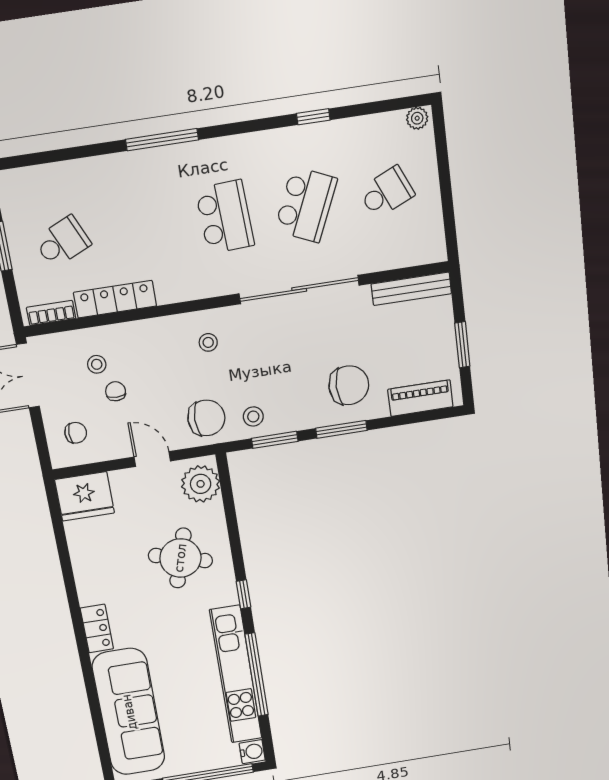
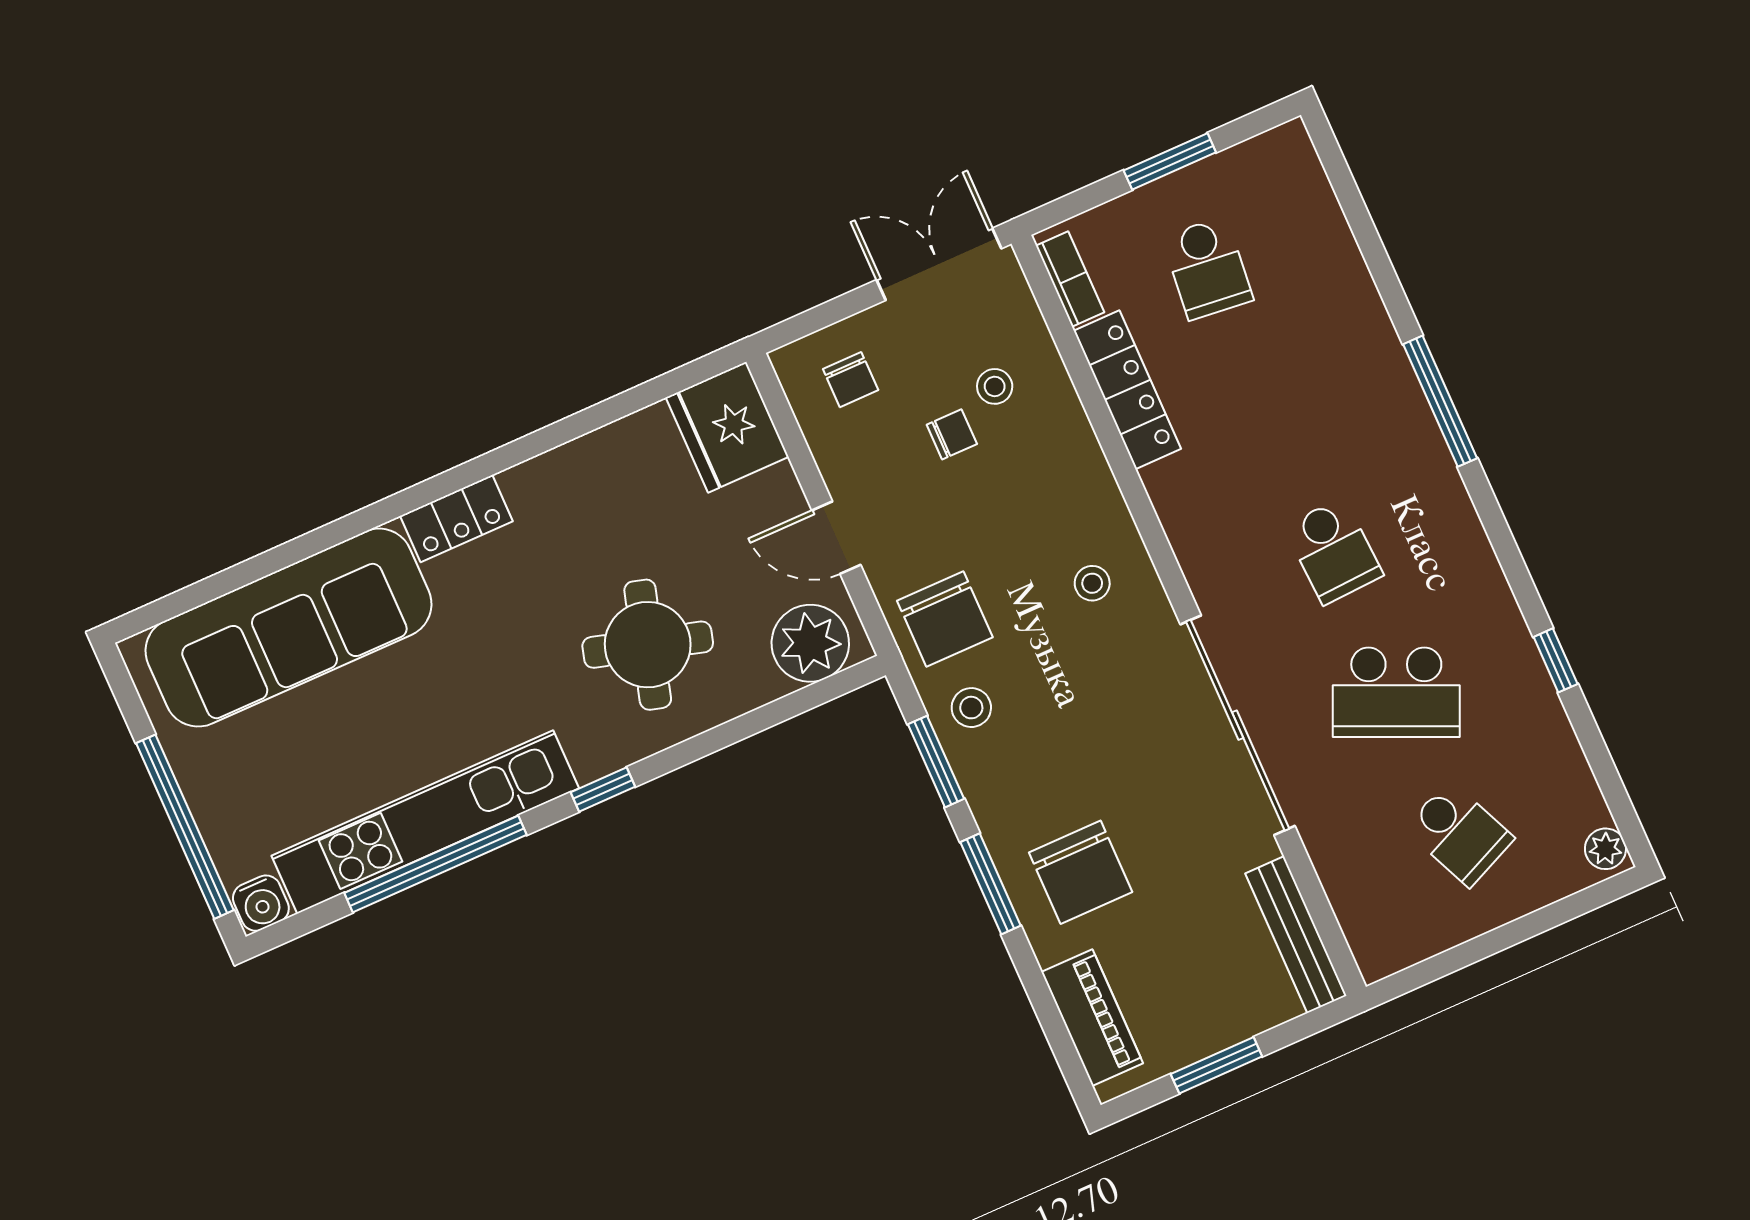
school desk: (225, 217) -> (1333, 551), width x0.54
school desk: (62, 242) -> (1208, 268), turned 30
door: (152, 459) -> (836, 538), swing flipped

